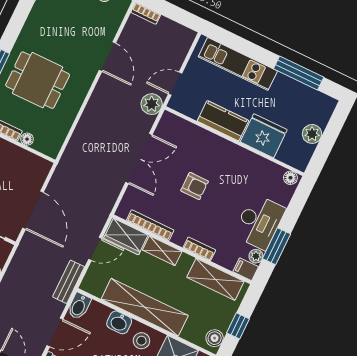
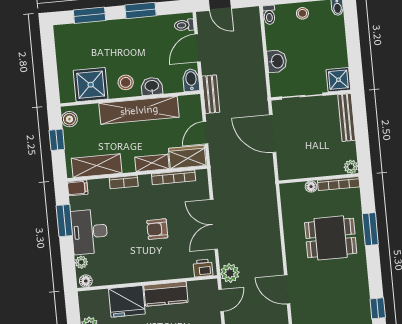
printer: (174, 124) -> (203, 268), added
plant: (256, 256) -> (81, 262), moved

